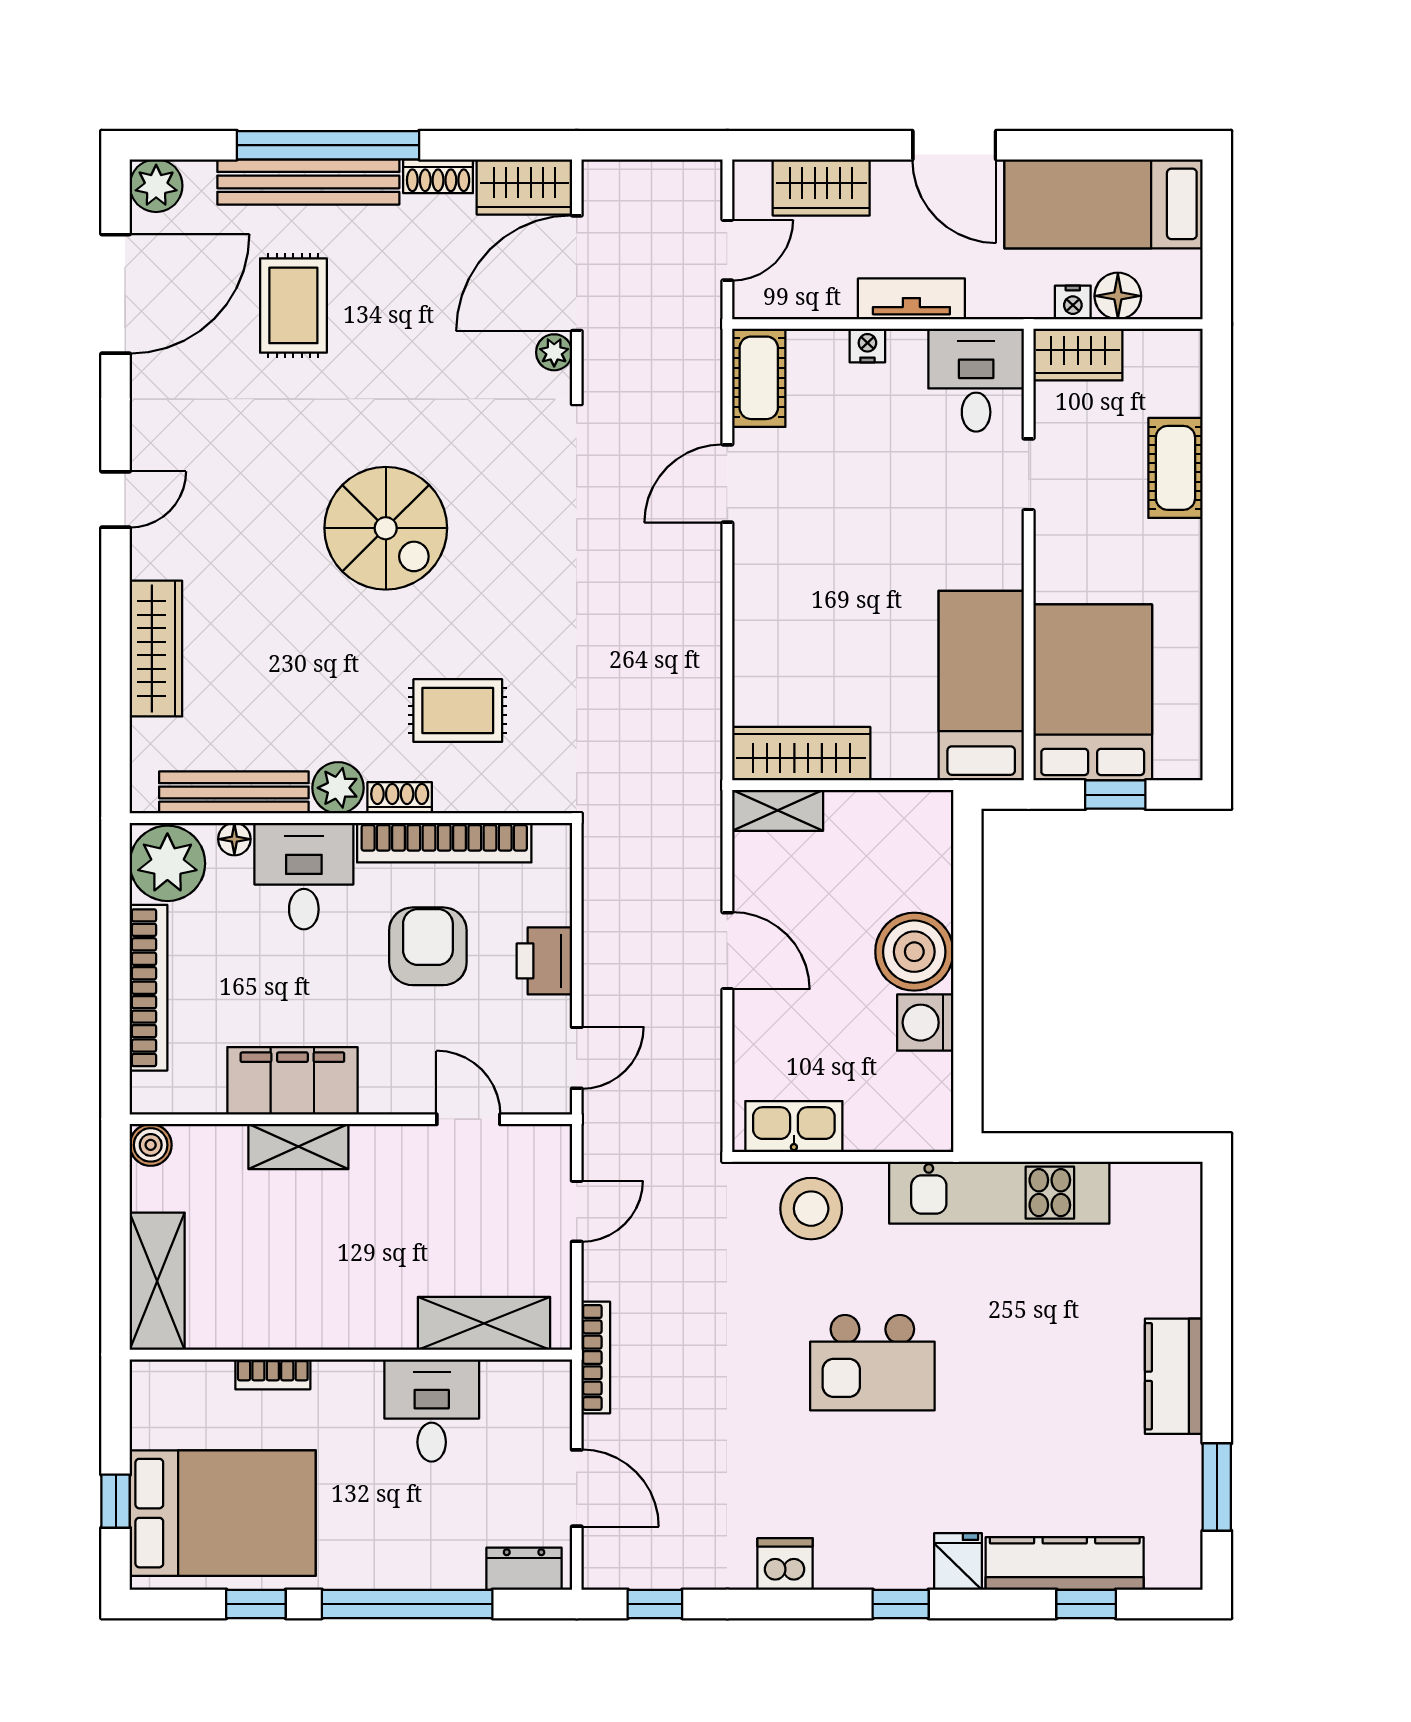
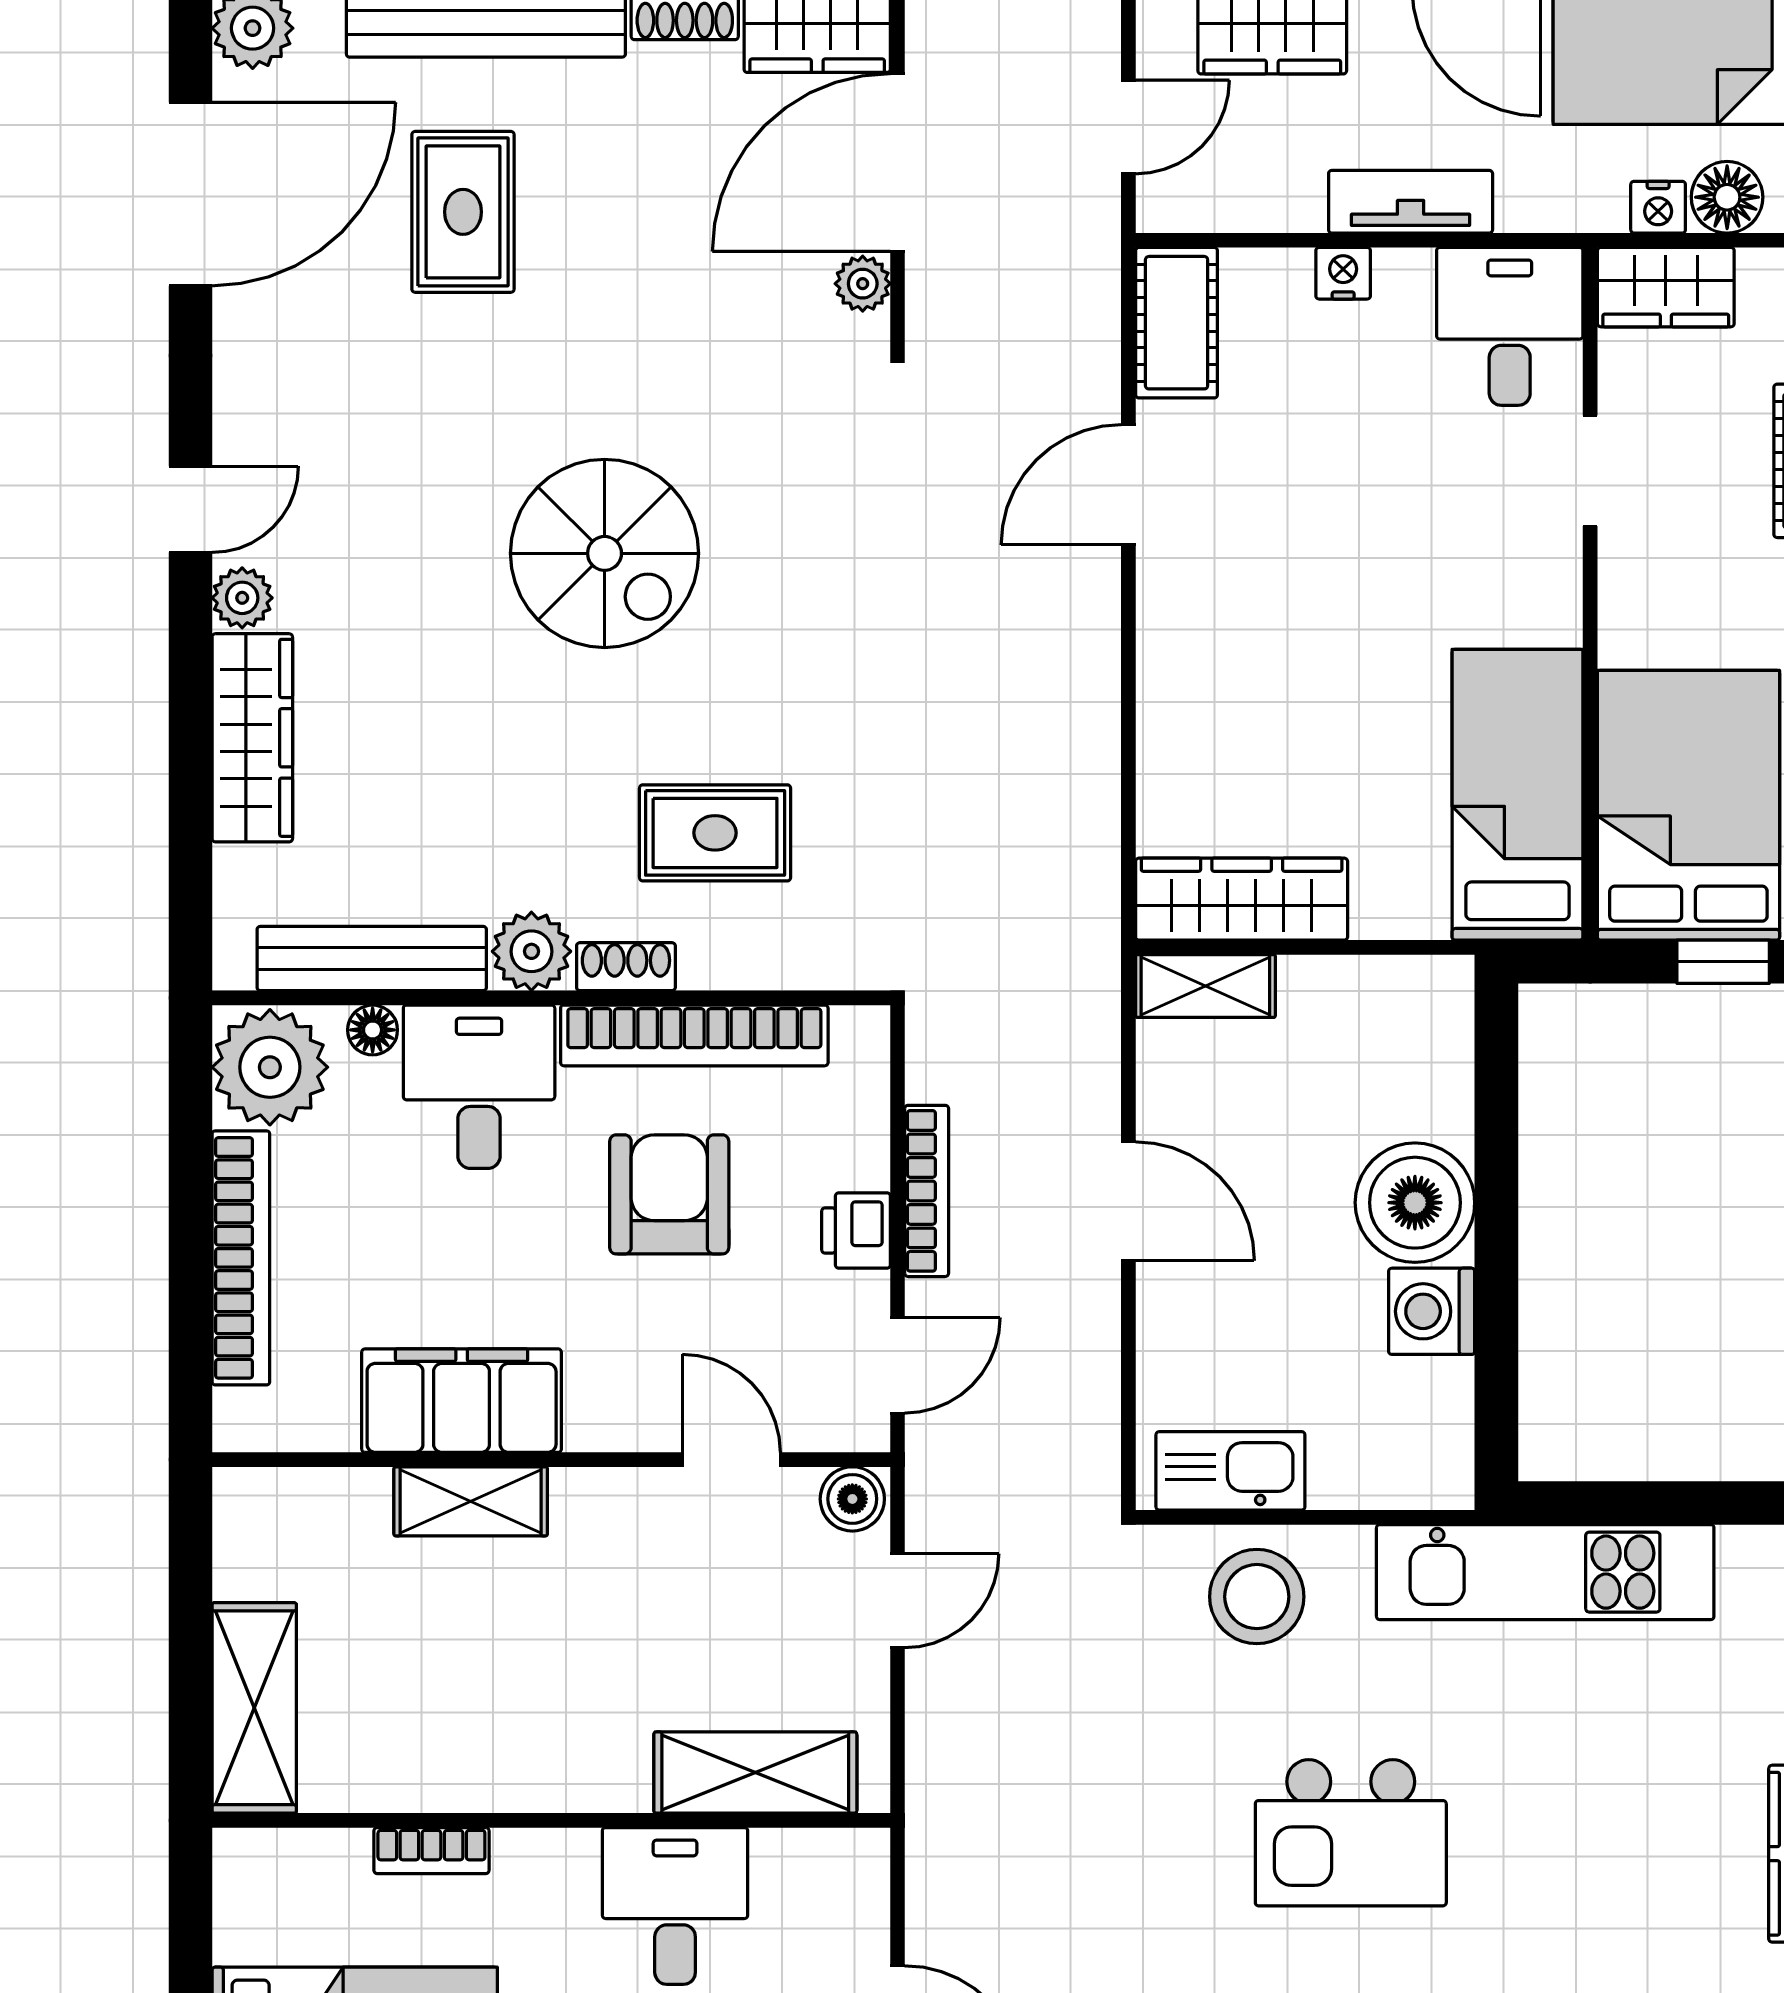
plant: (149, 557) -> (242, 598), added
printer: (544, 961) -> (856, 1231), width x0.73, depth x0.81
boiler: (151, 1145) -> (852, 1499), moved
bookcase: (596, 1357) -> (927, 1191), moved

